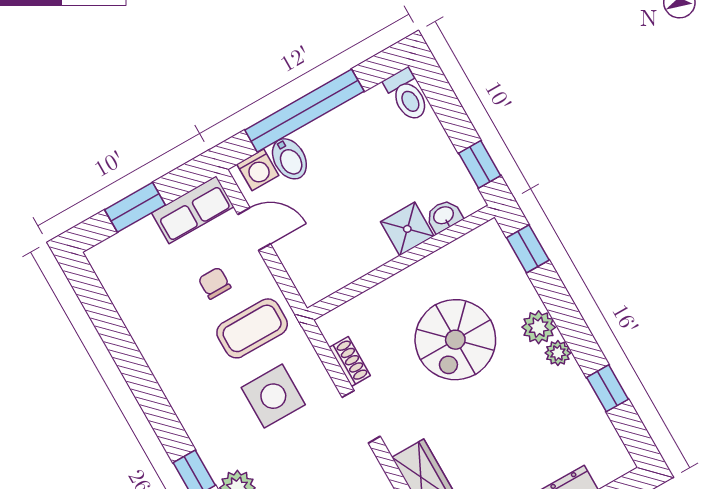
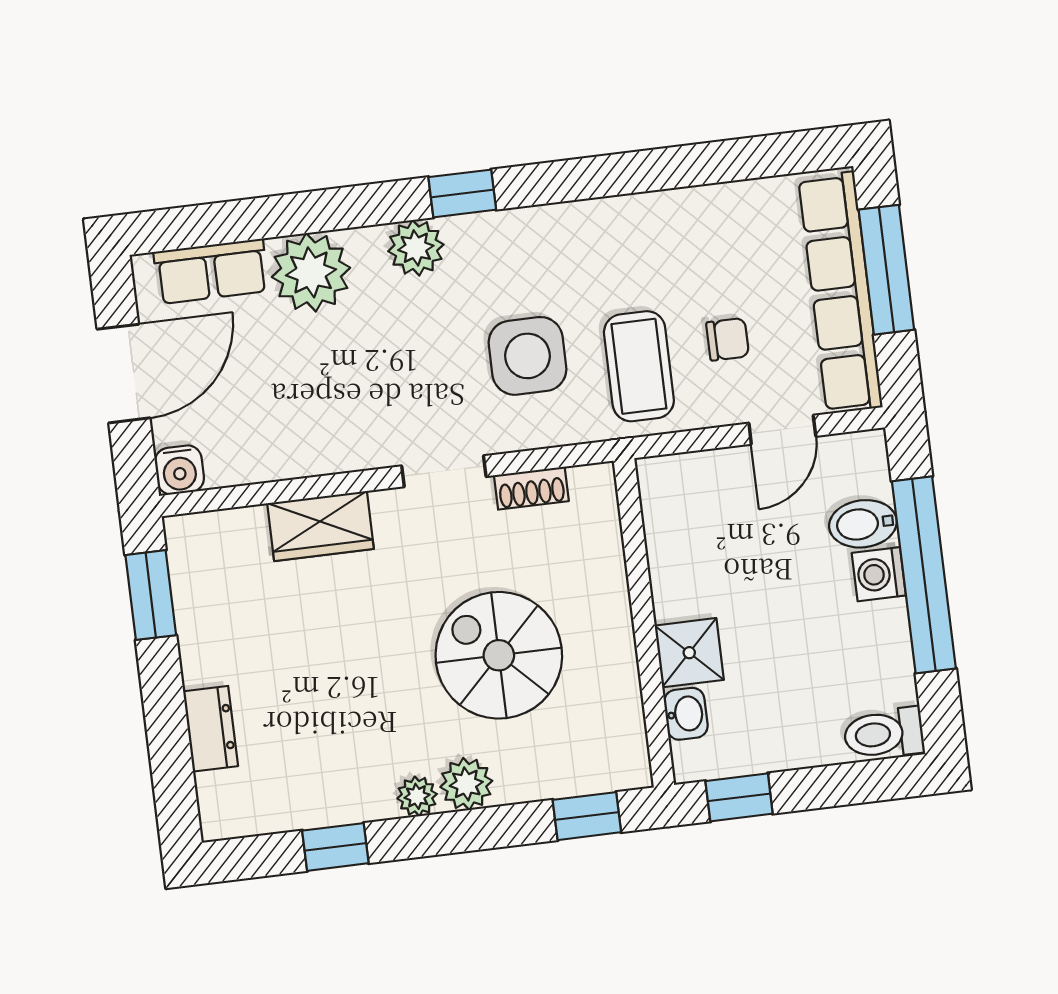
washing machine: (258, 170) -> (879, 574), moved
window: (135, 207) -> (886, 270), width x1.44
row of seats: (193, 210) -> (840, 293), width x2.02

